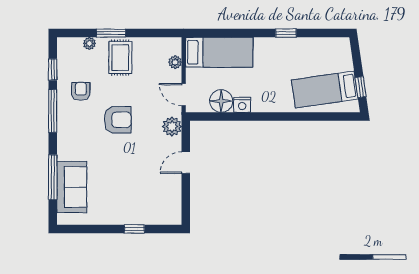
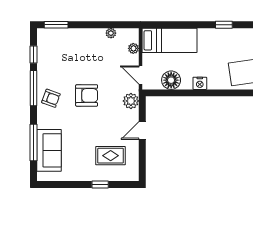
window: (111, 33) -> (56, 25), moved
plant: (89, 43) -> (111, 33), moved
rug: (120, 58) -> (111, 156), moved, turned 90
armchair: (81, 91) -> (51, 98), moved, turned 110
nightstand: (242, 105) -> (200, 83), moved

